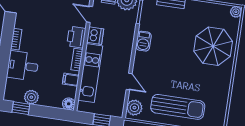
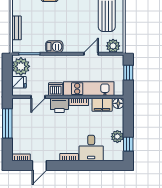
filing cabinet: (71, 80) -> (102, 105), width x2.00

